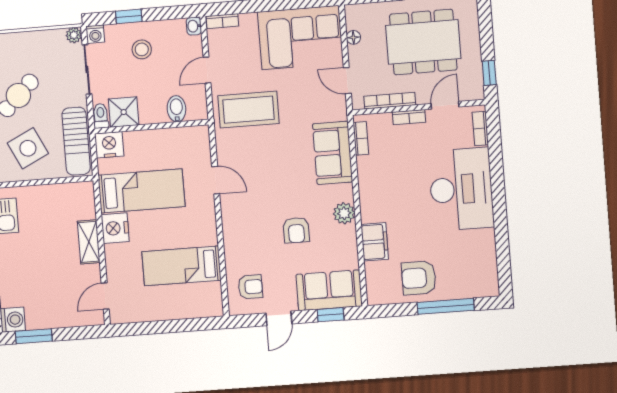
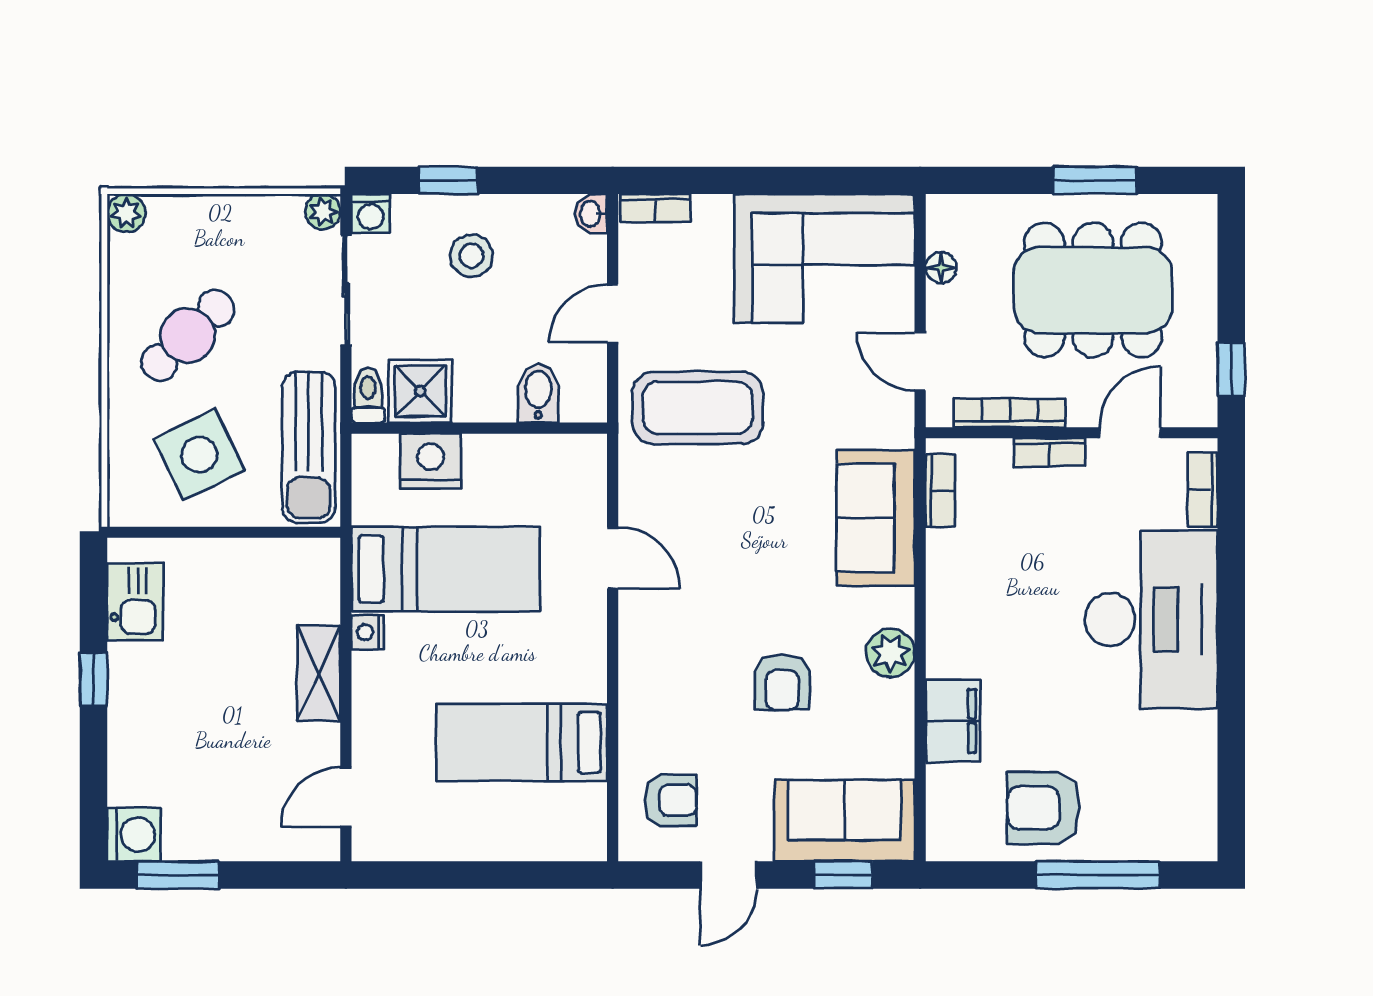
nightstand: (109, 145) -> (431, 461), moved
nightstand: (115, 228) -> (367, 632), width x0.53, depth x0.56

